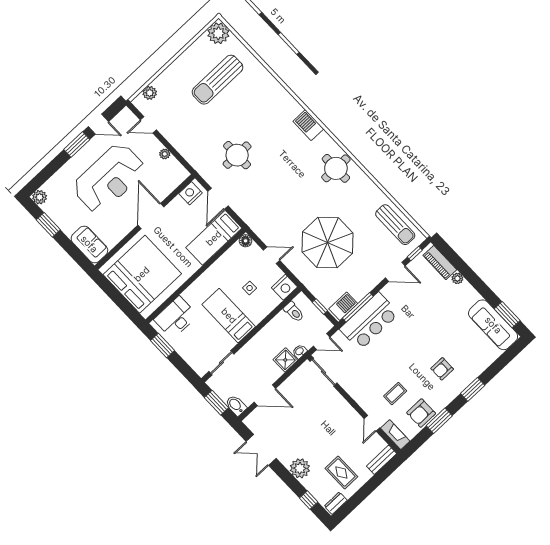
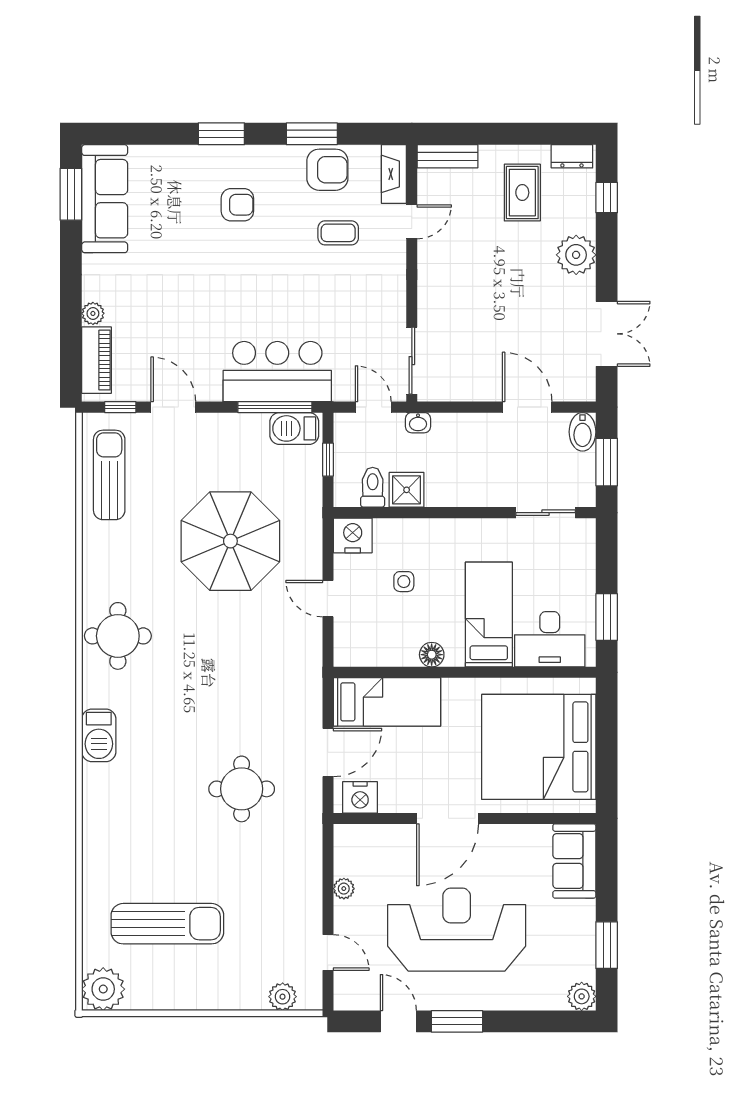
floor lamp: (246, 241) -> (432, 655), moved
bed: (229, 316) -> (489, 615), moved, turned 180
shower: (285, 360) -> (407, 490), moved

